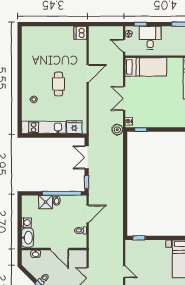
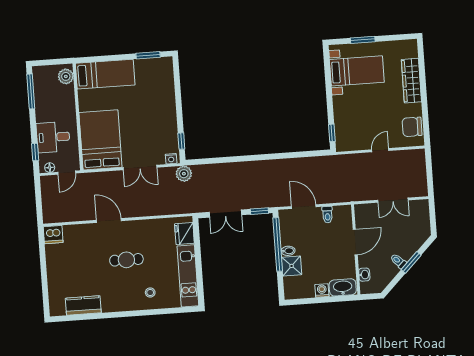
kitchen counter: (28, 51) -> (83, 305), added
bed: (146, 67) -> (100, 140), width x1.50

